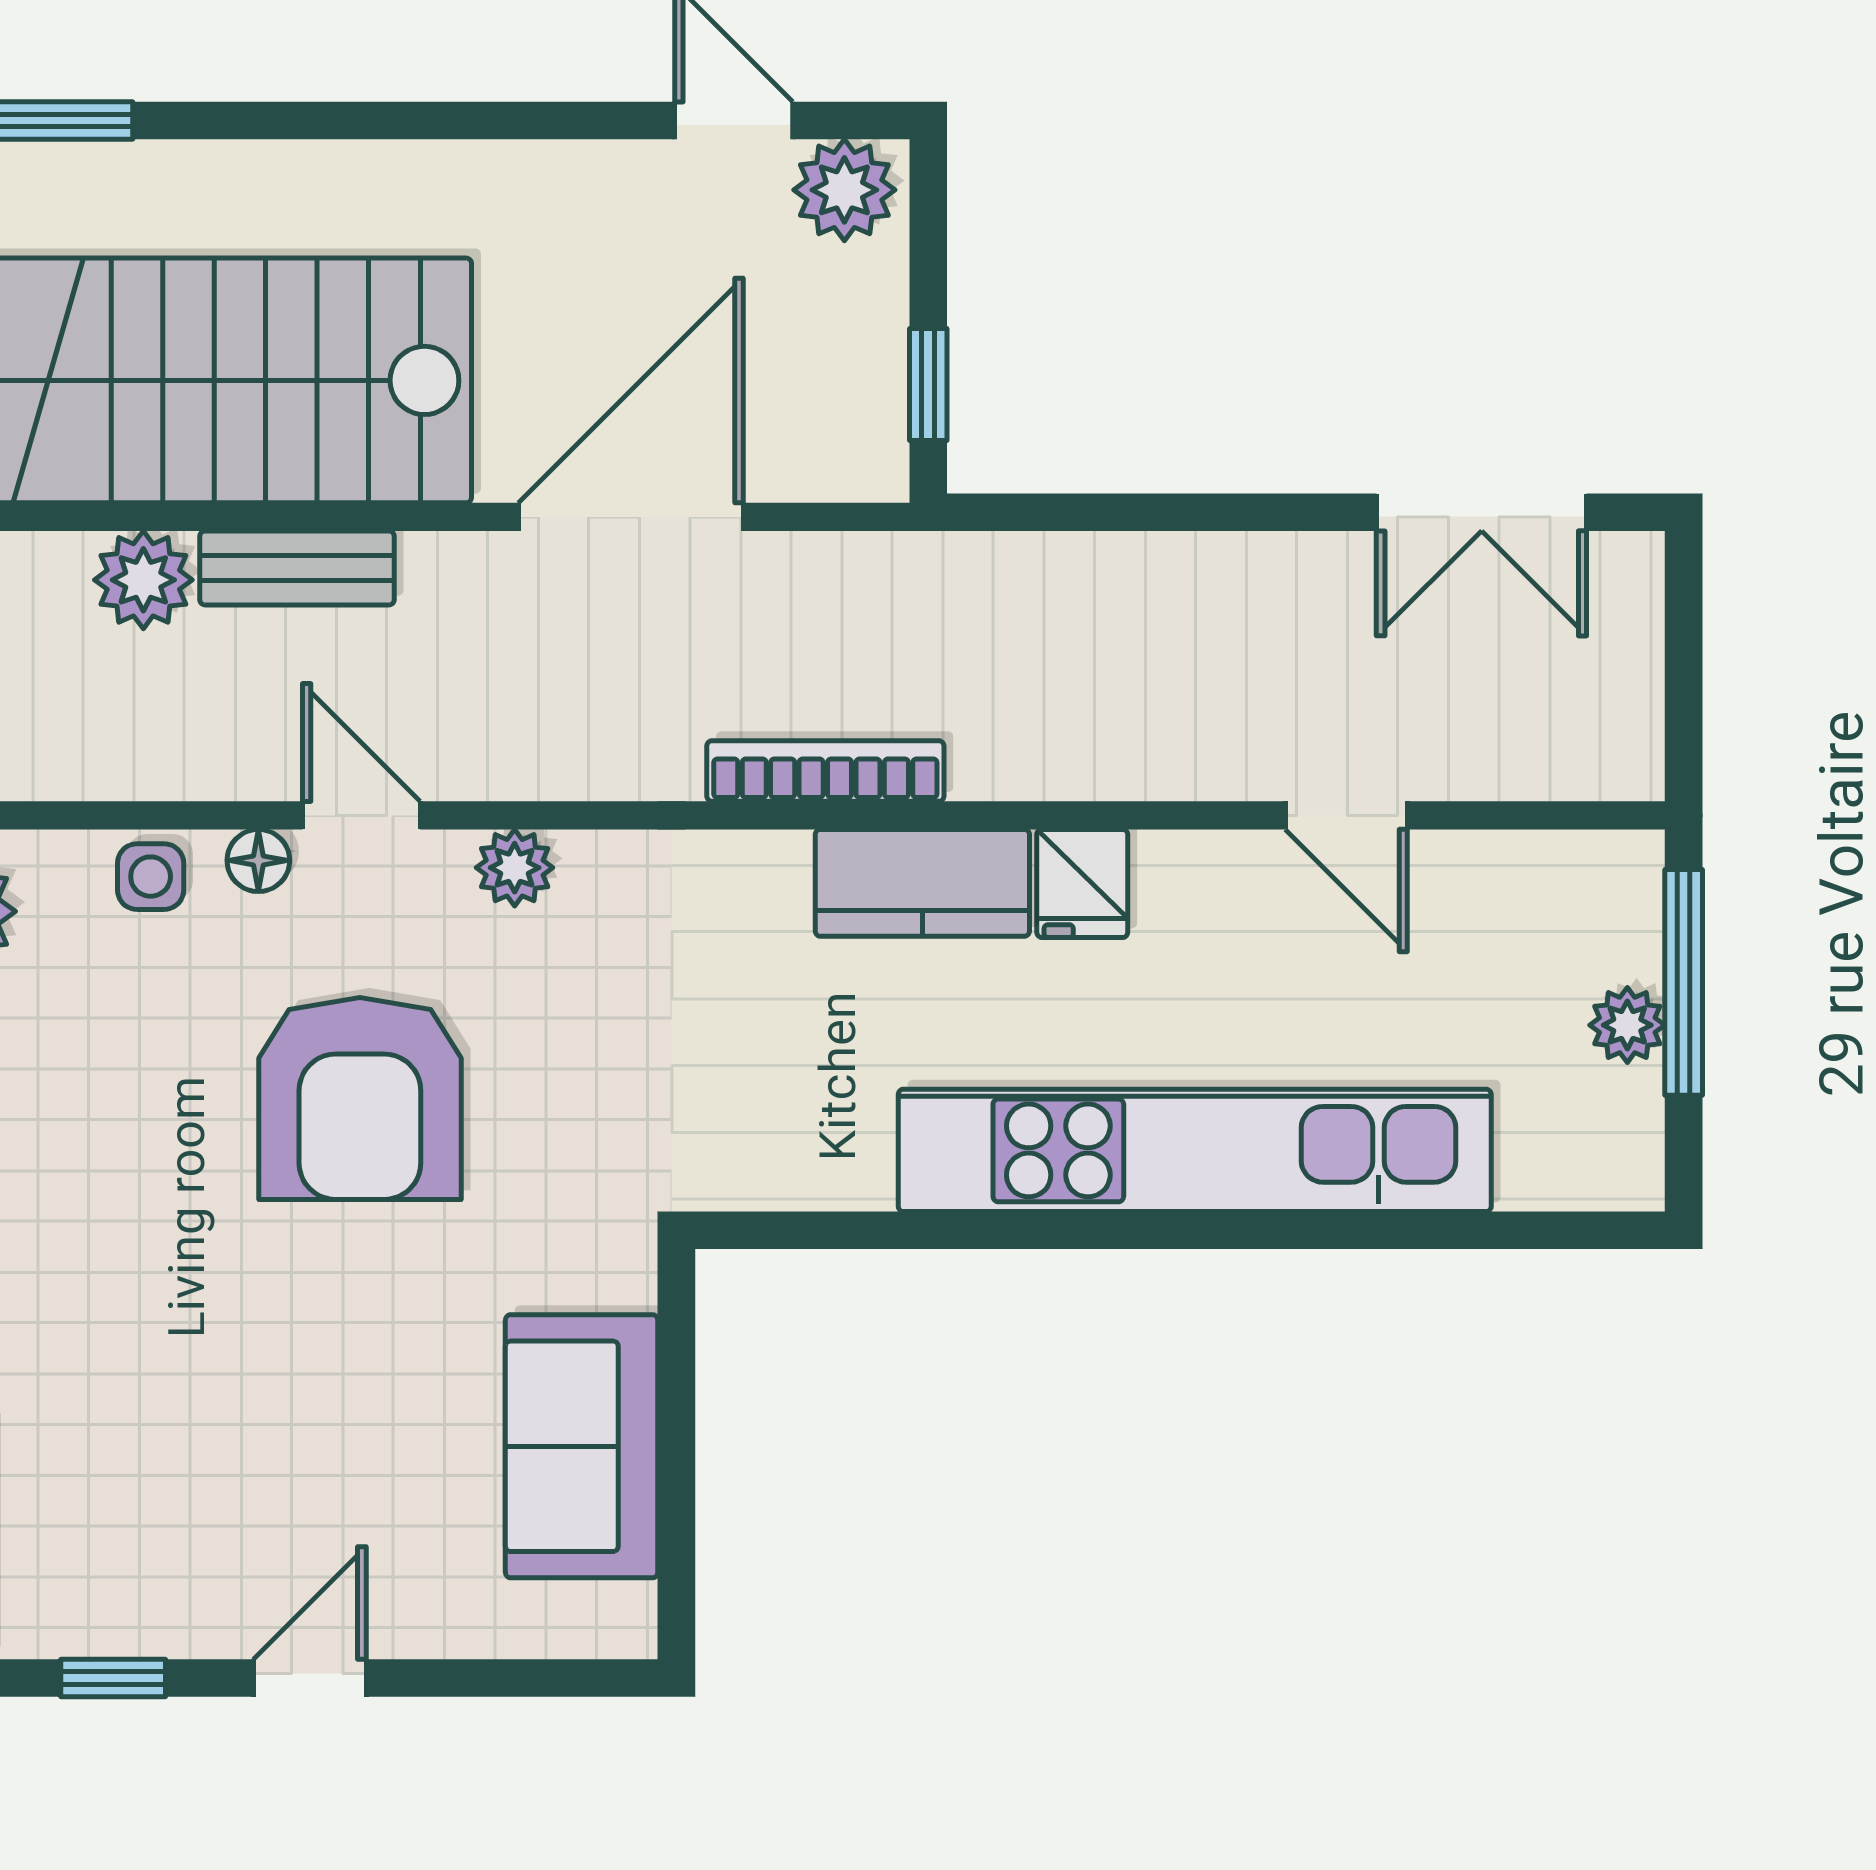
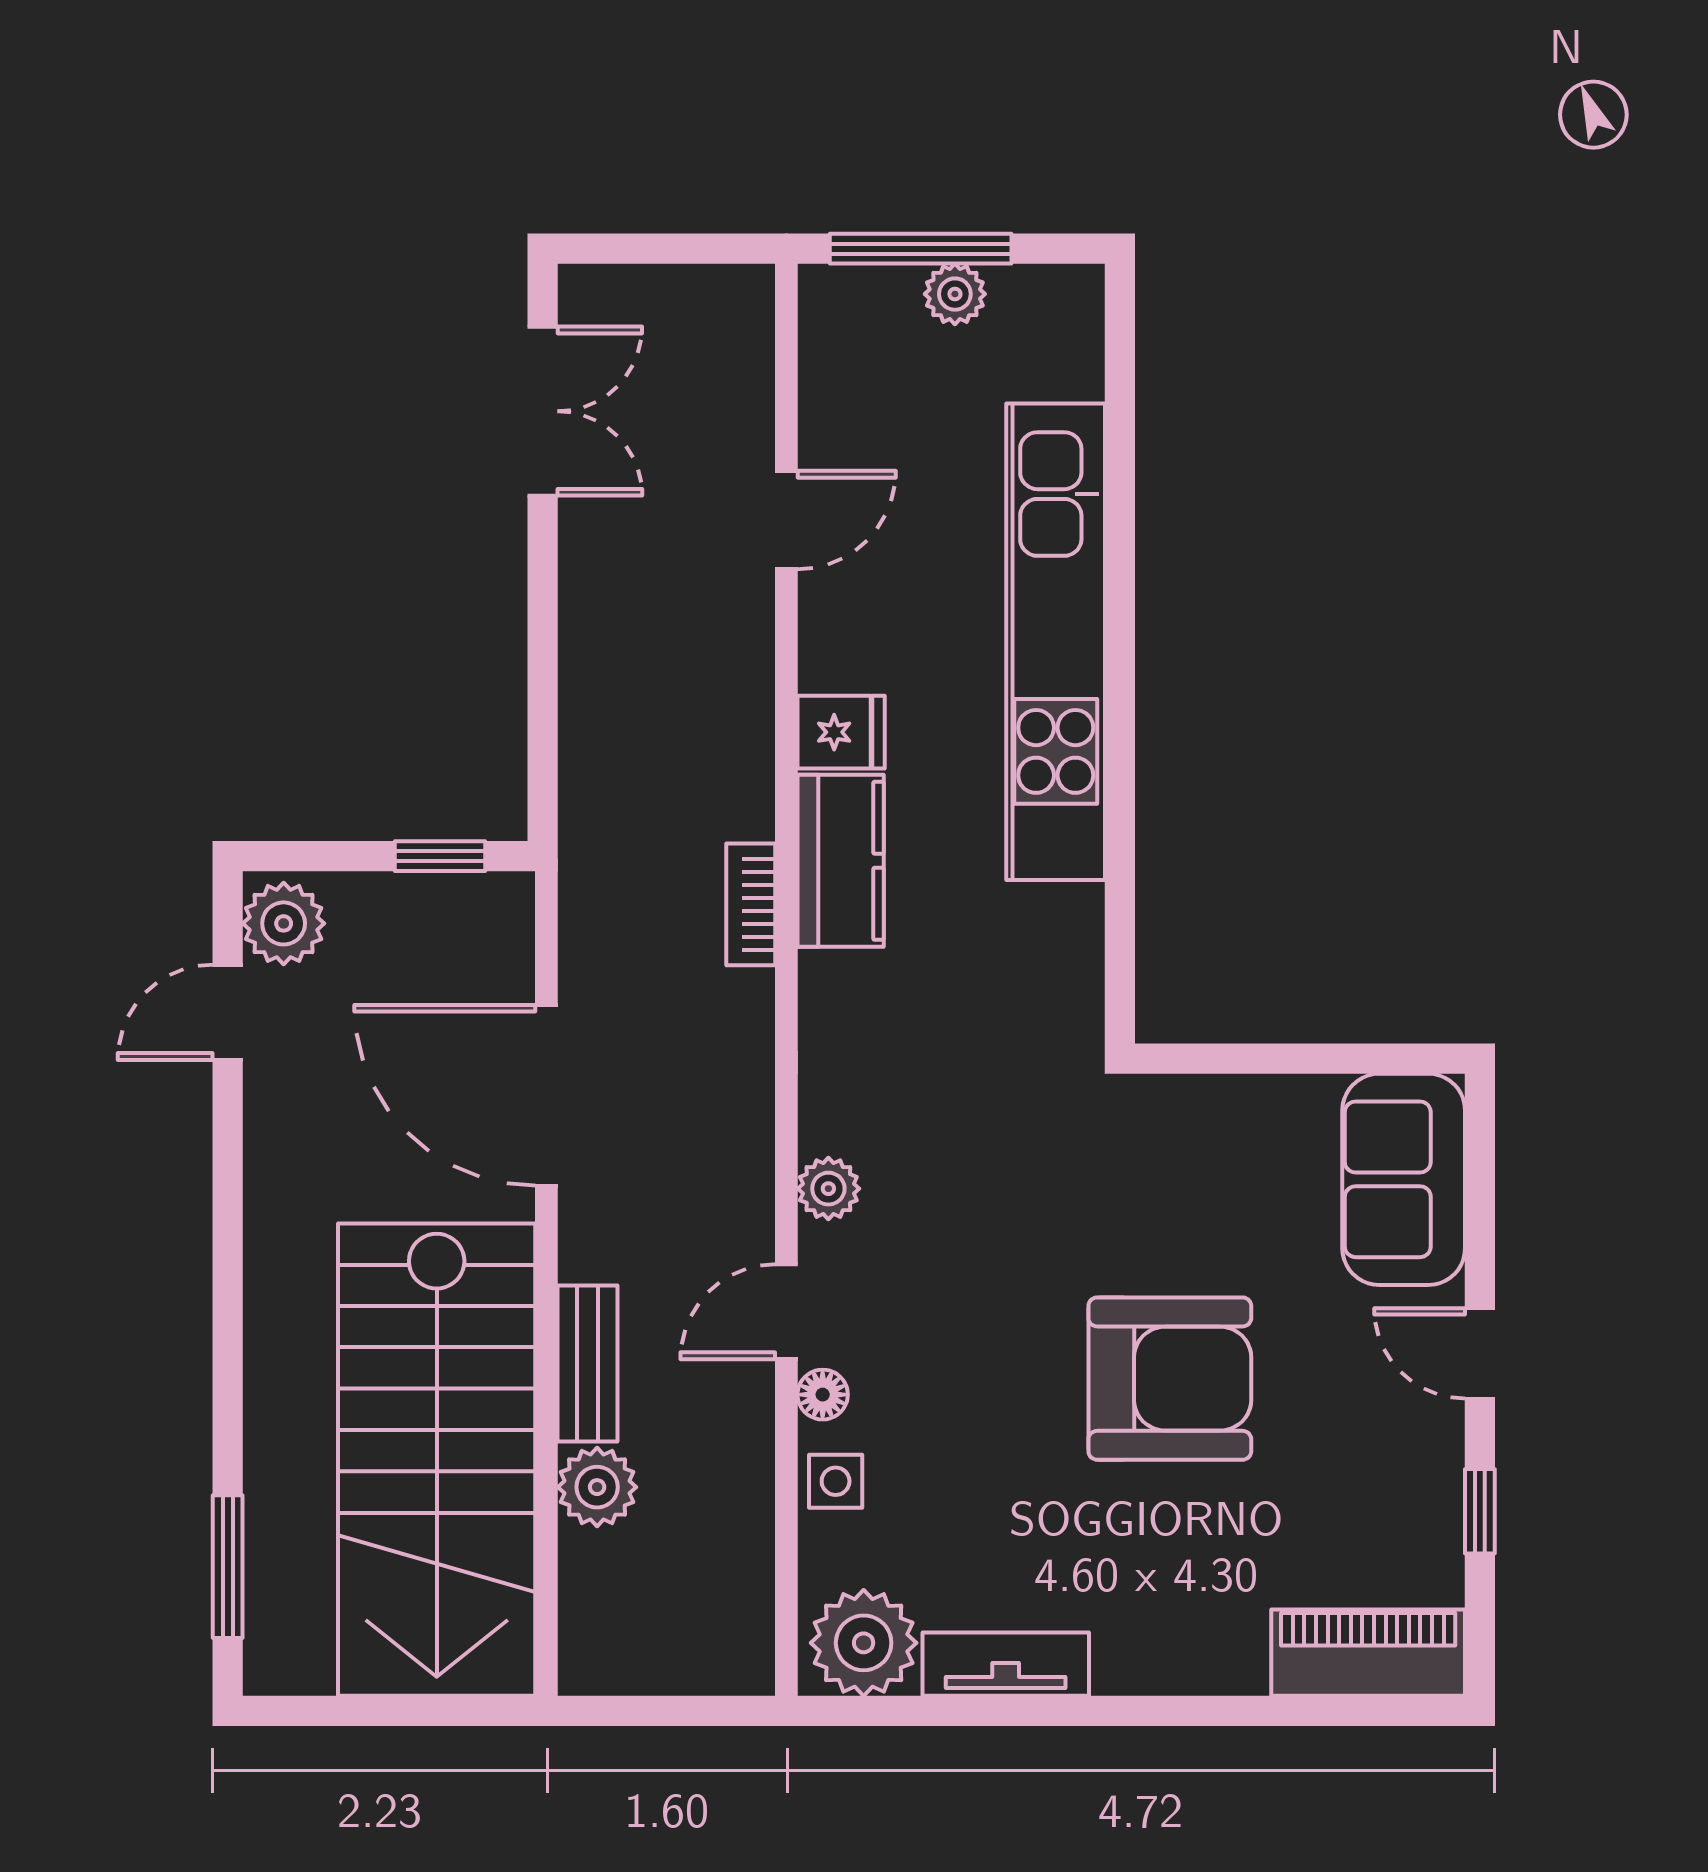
bookcase: (825, 771) -> (751, 904), width x0.64
armchair: (360, 1098) -> (1170, 1379), moved
sofa: (582, 1446) -> (1404, 1179), moved, turned 90

